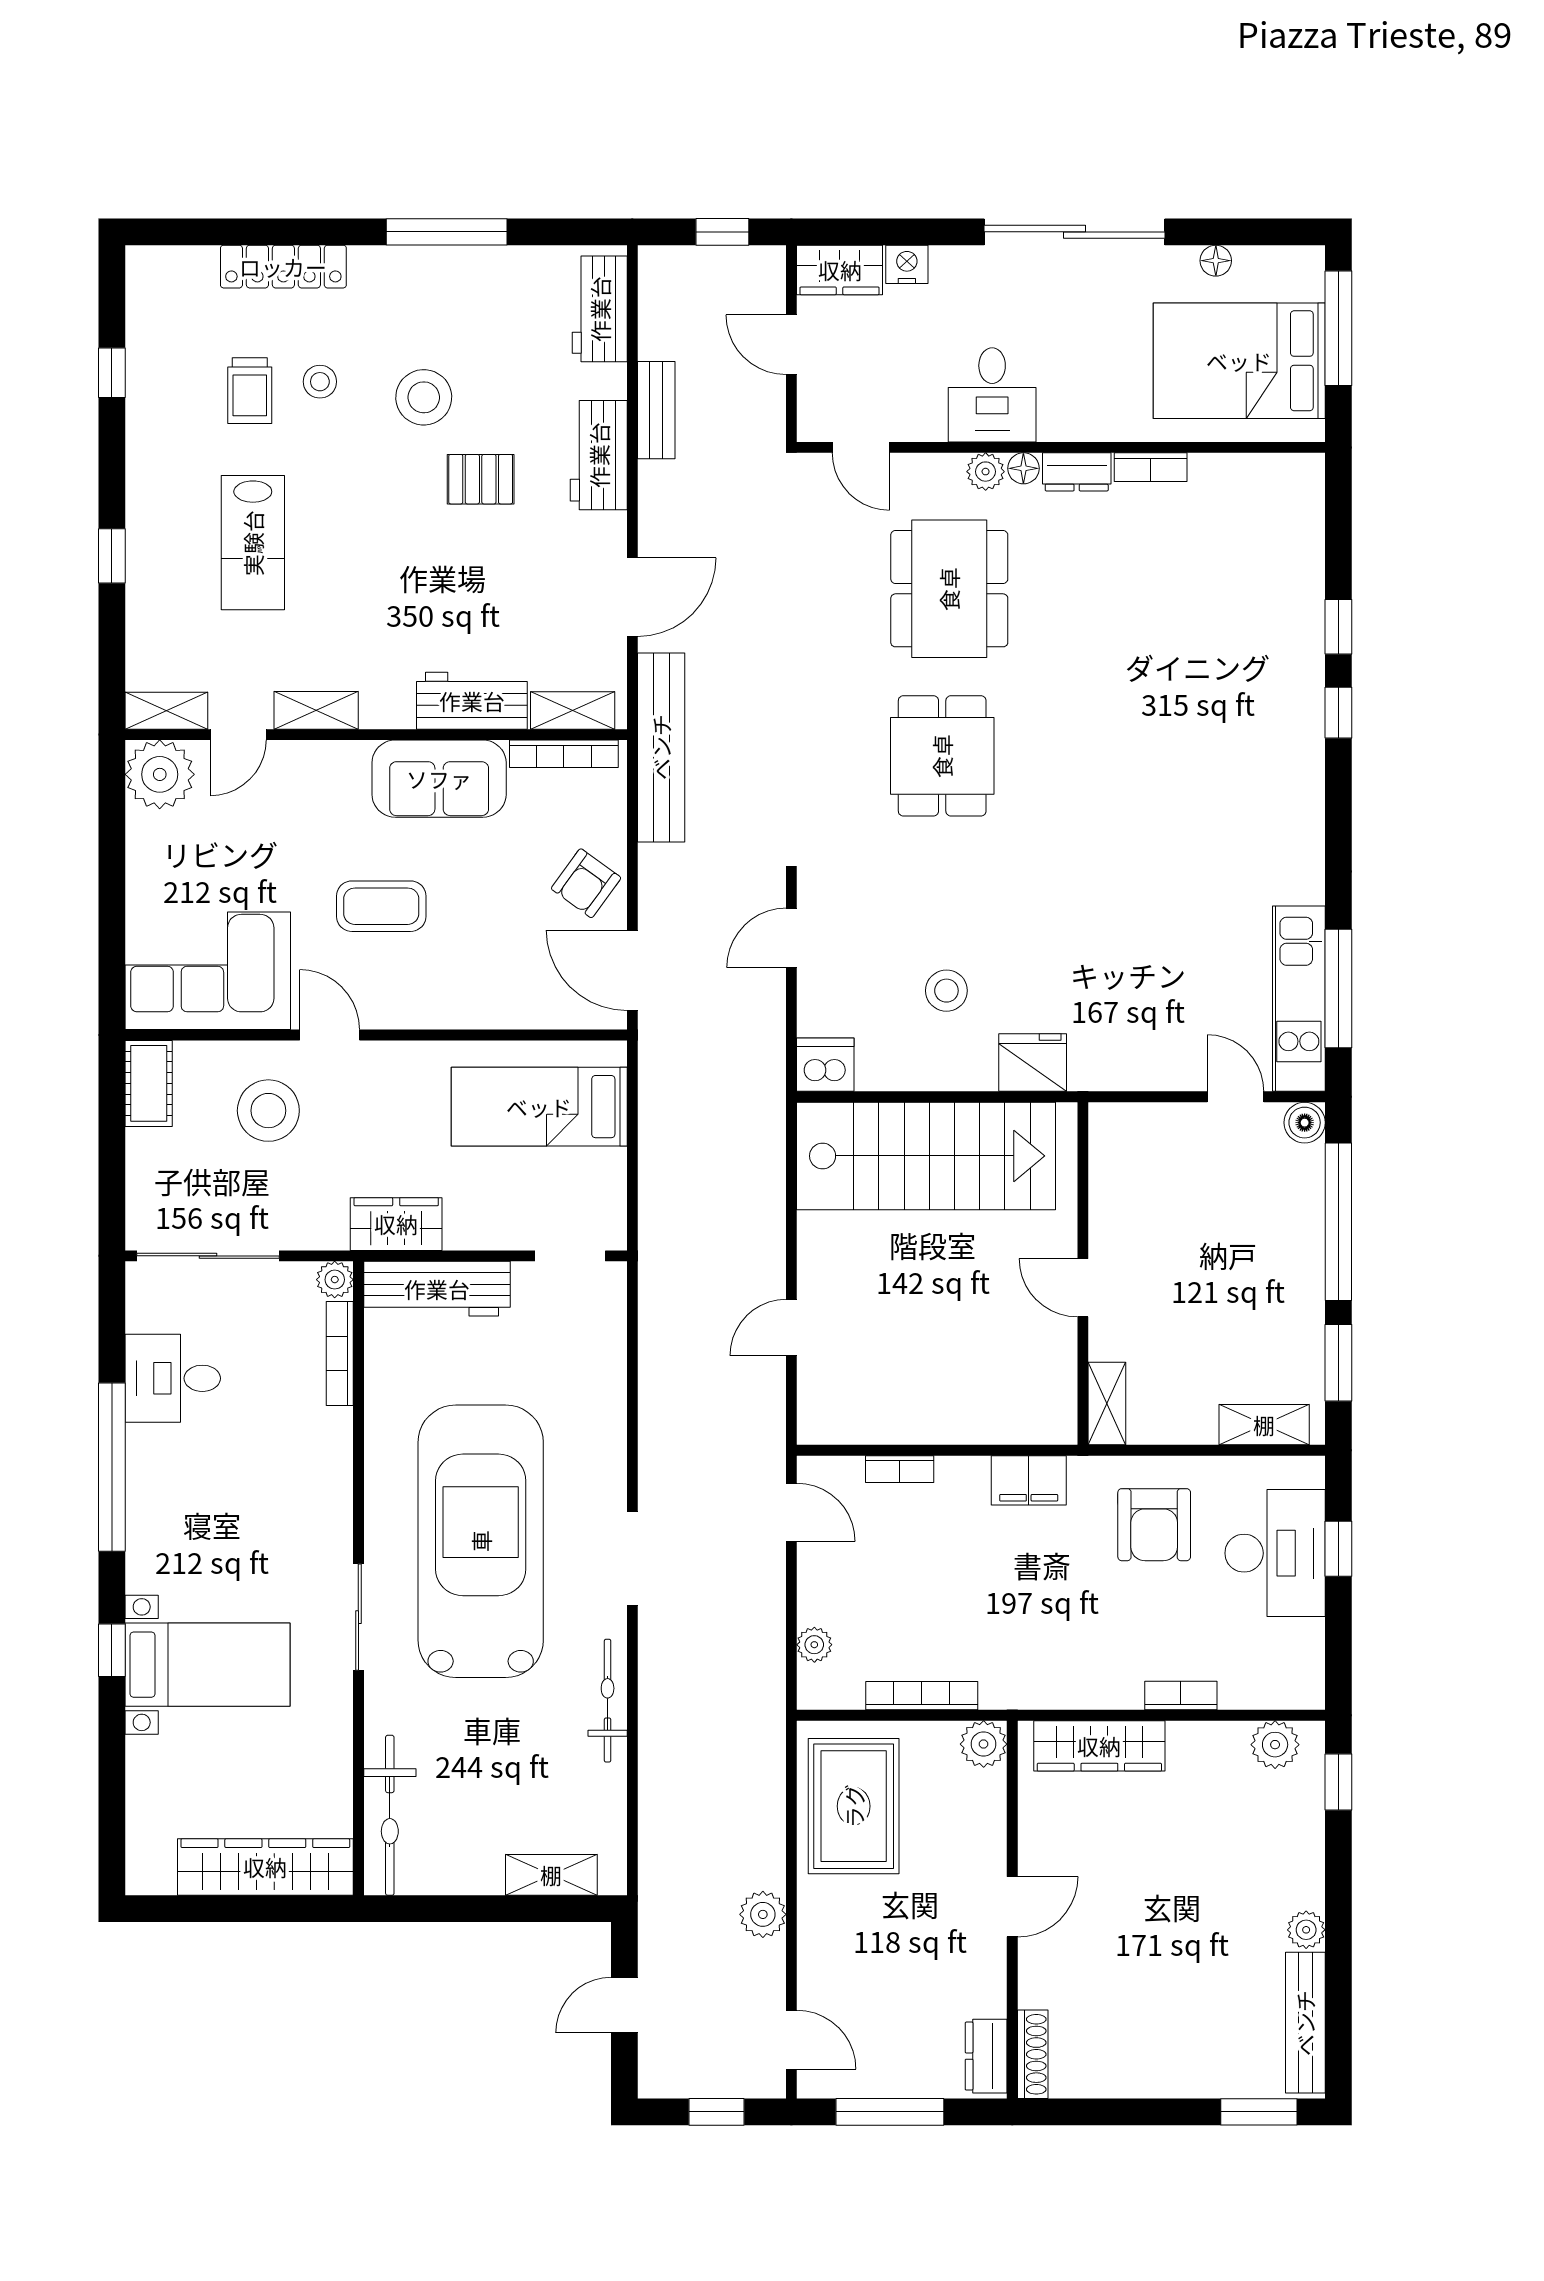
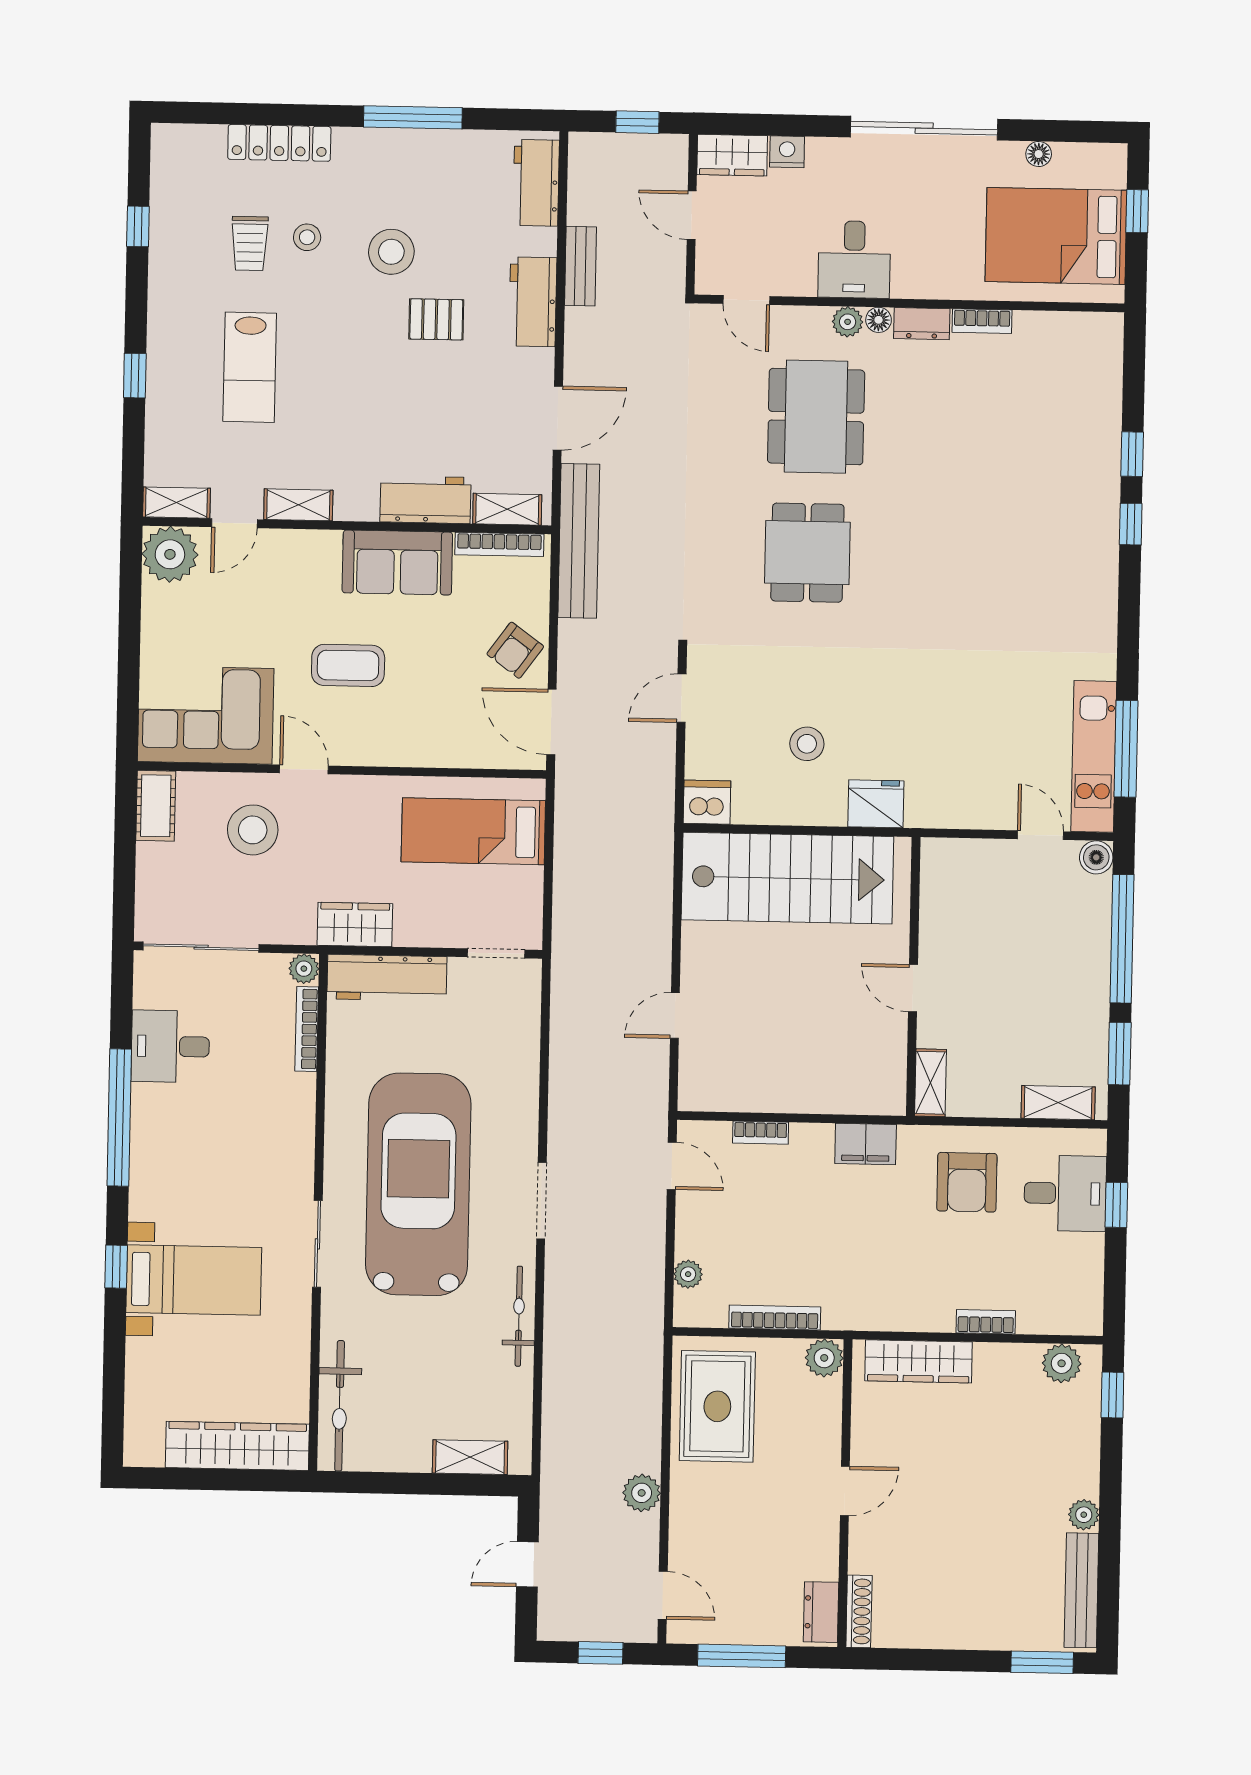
window: (1338, 328) -> (1137, 211), width x0.46
desk: (1275, 1553) -> (1065, 1193), width x0.73

